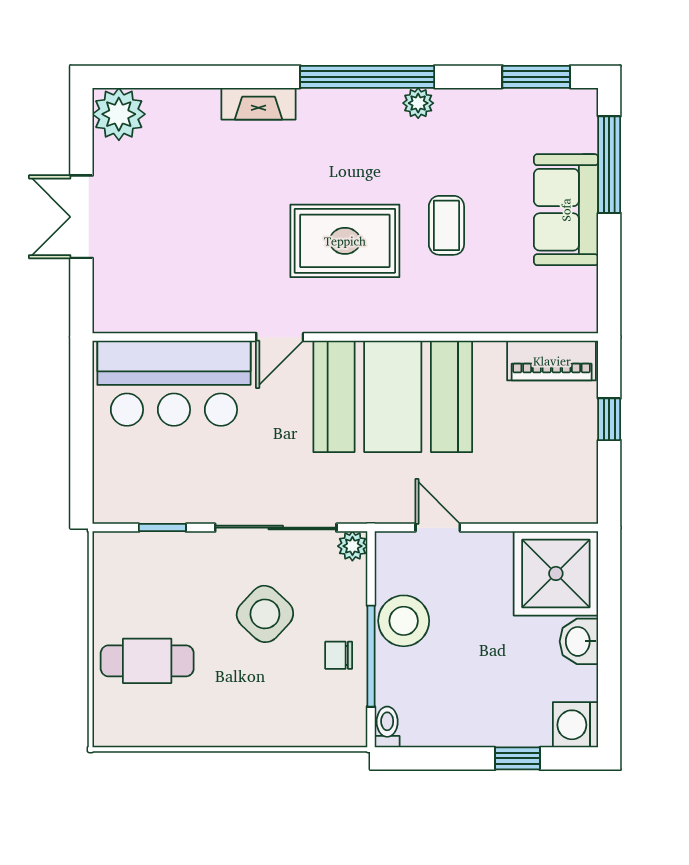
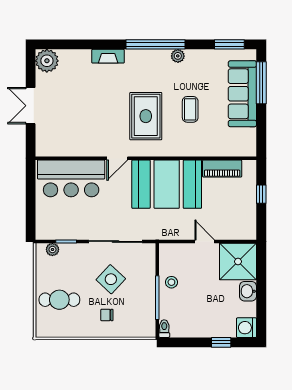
sofa: (566, 210) -> (242, 94), width x1.36
rug: (345, 241) -> (146, 116), turned 90
piano: (552, 361) -> (222, 168), moved
door: (438, 528) -> (205, 241), moved
plant: (352, 546) -> (52, 250), moved
stool: (404, 621) -> (171, 282), width x0.53, depth x0.53
chair: (339, 655) -> (107, 315), moved

